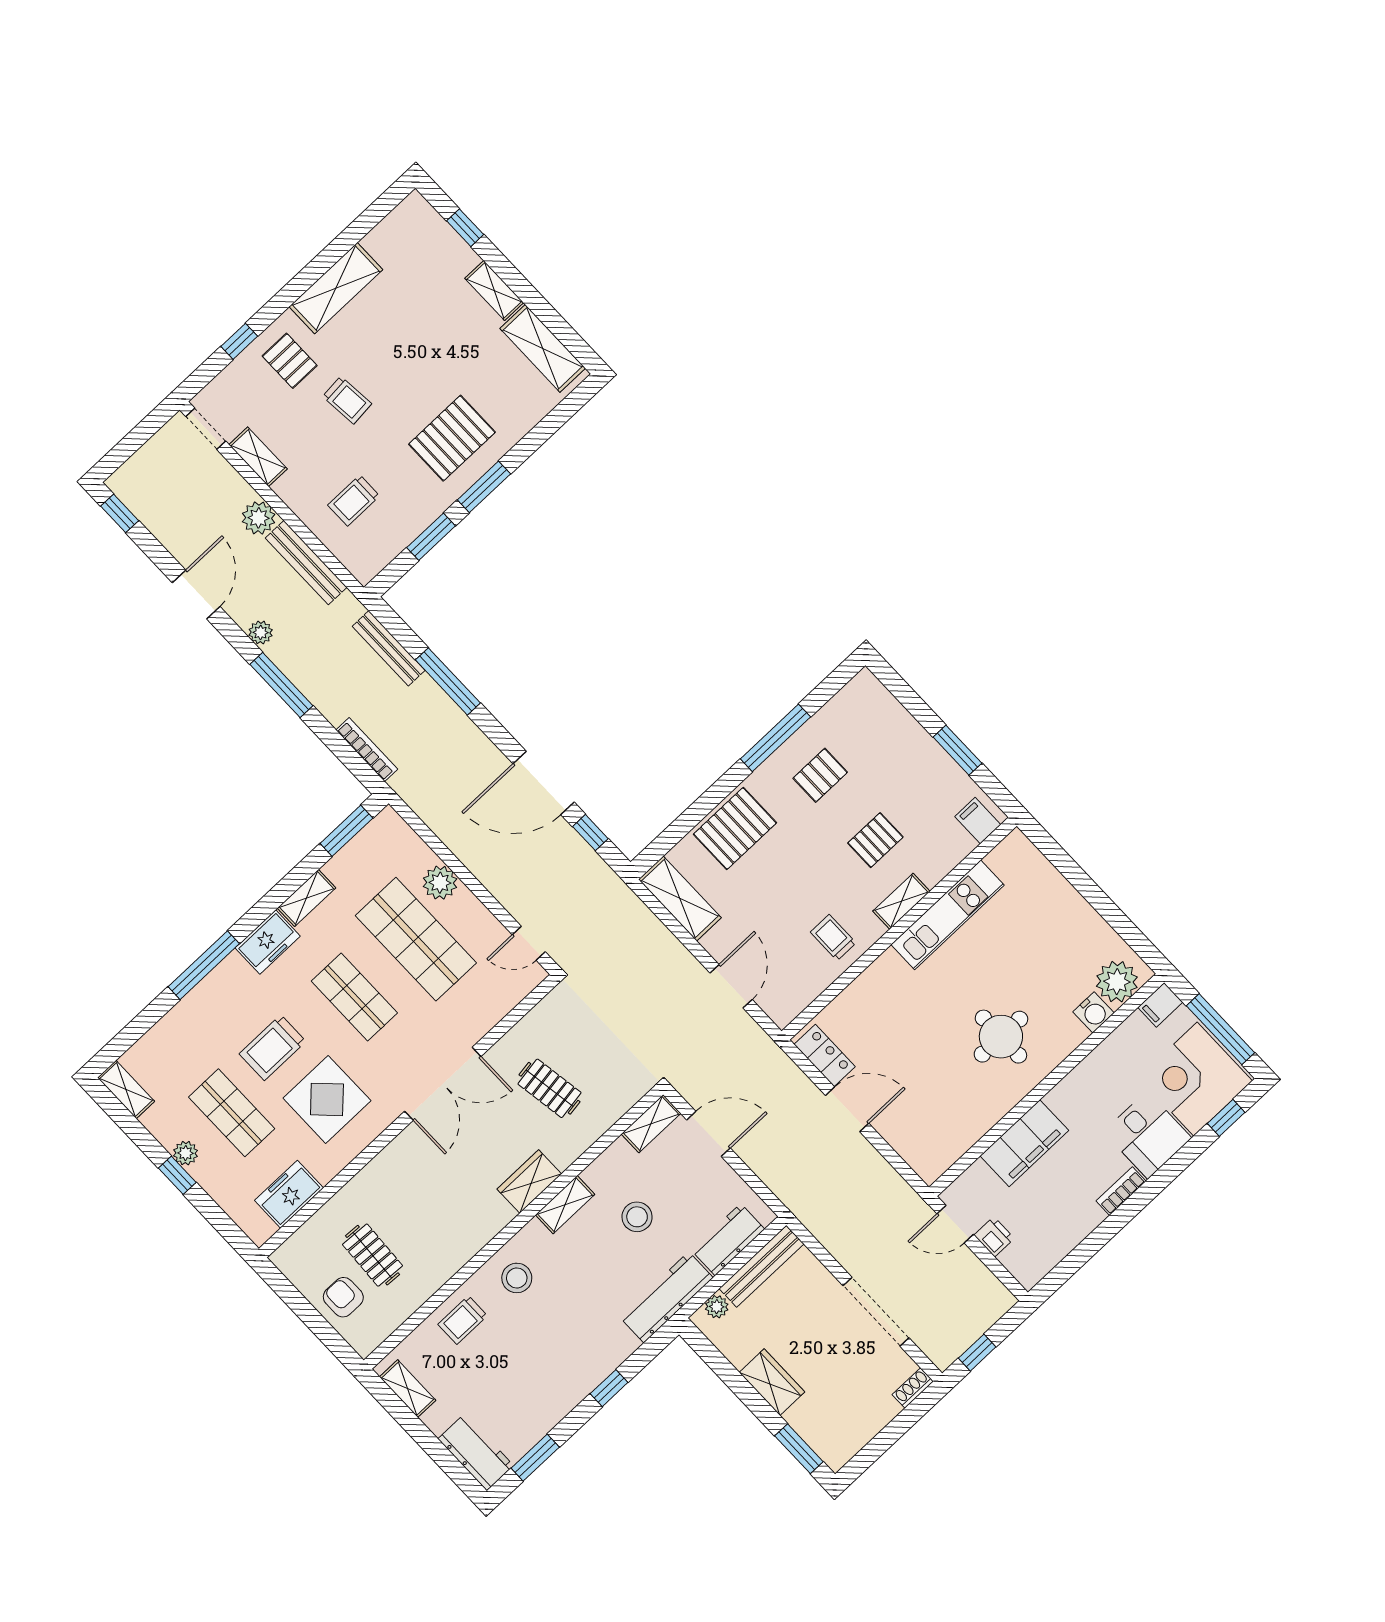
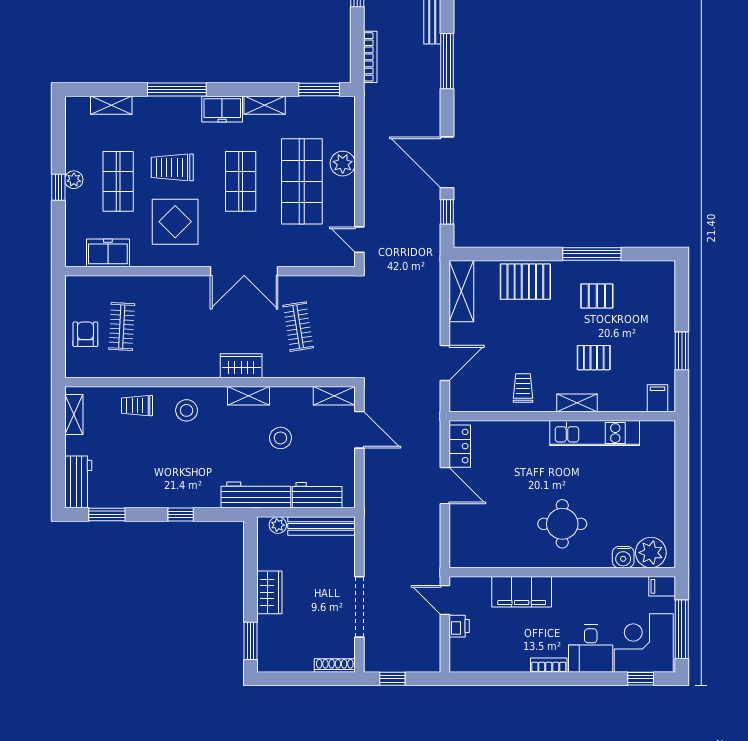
shelving: (126, 1089) -> (111, 105), moved, turned 90
shoe rack: (913, 1388) -> (335, 665), width x1.43

